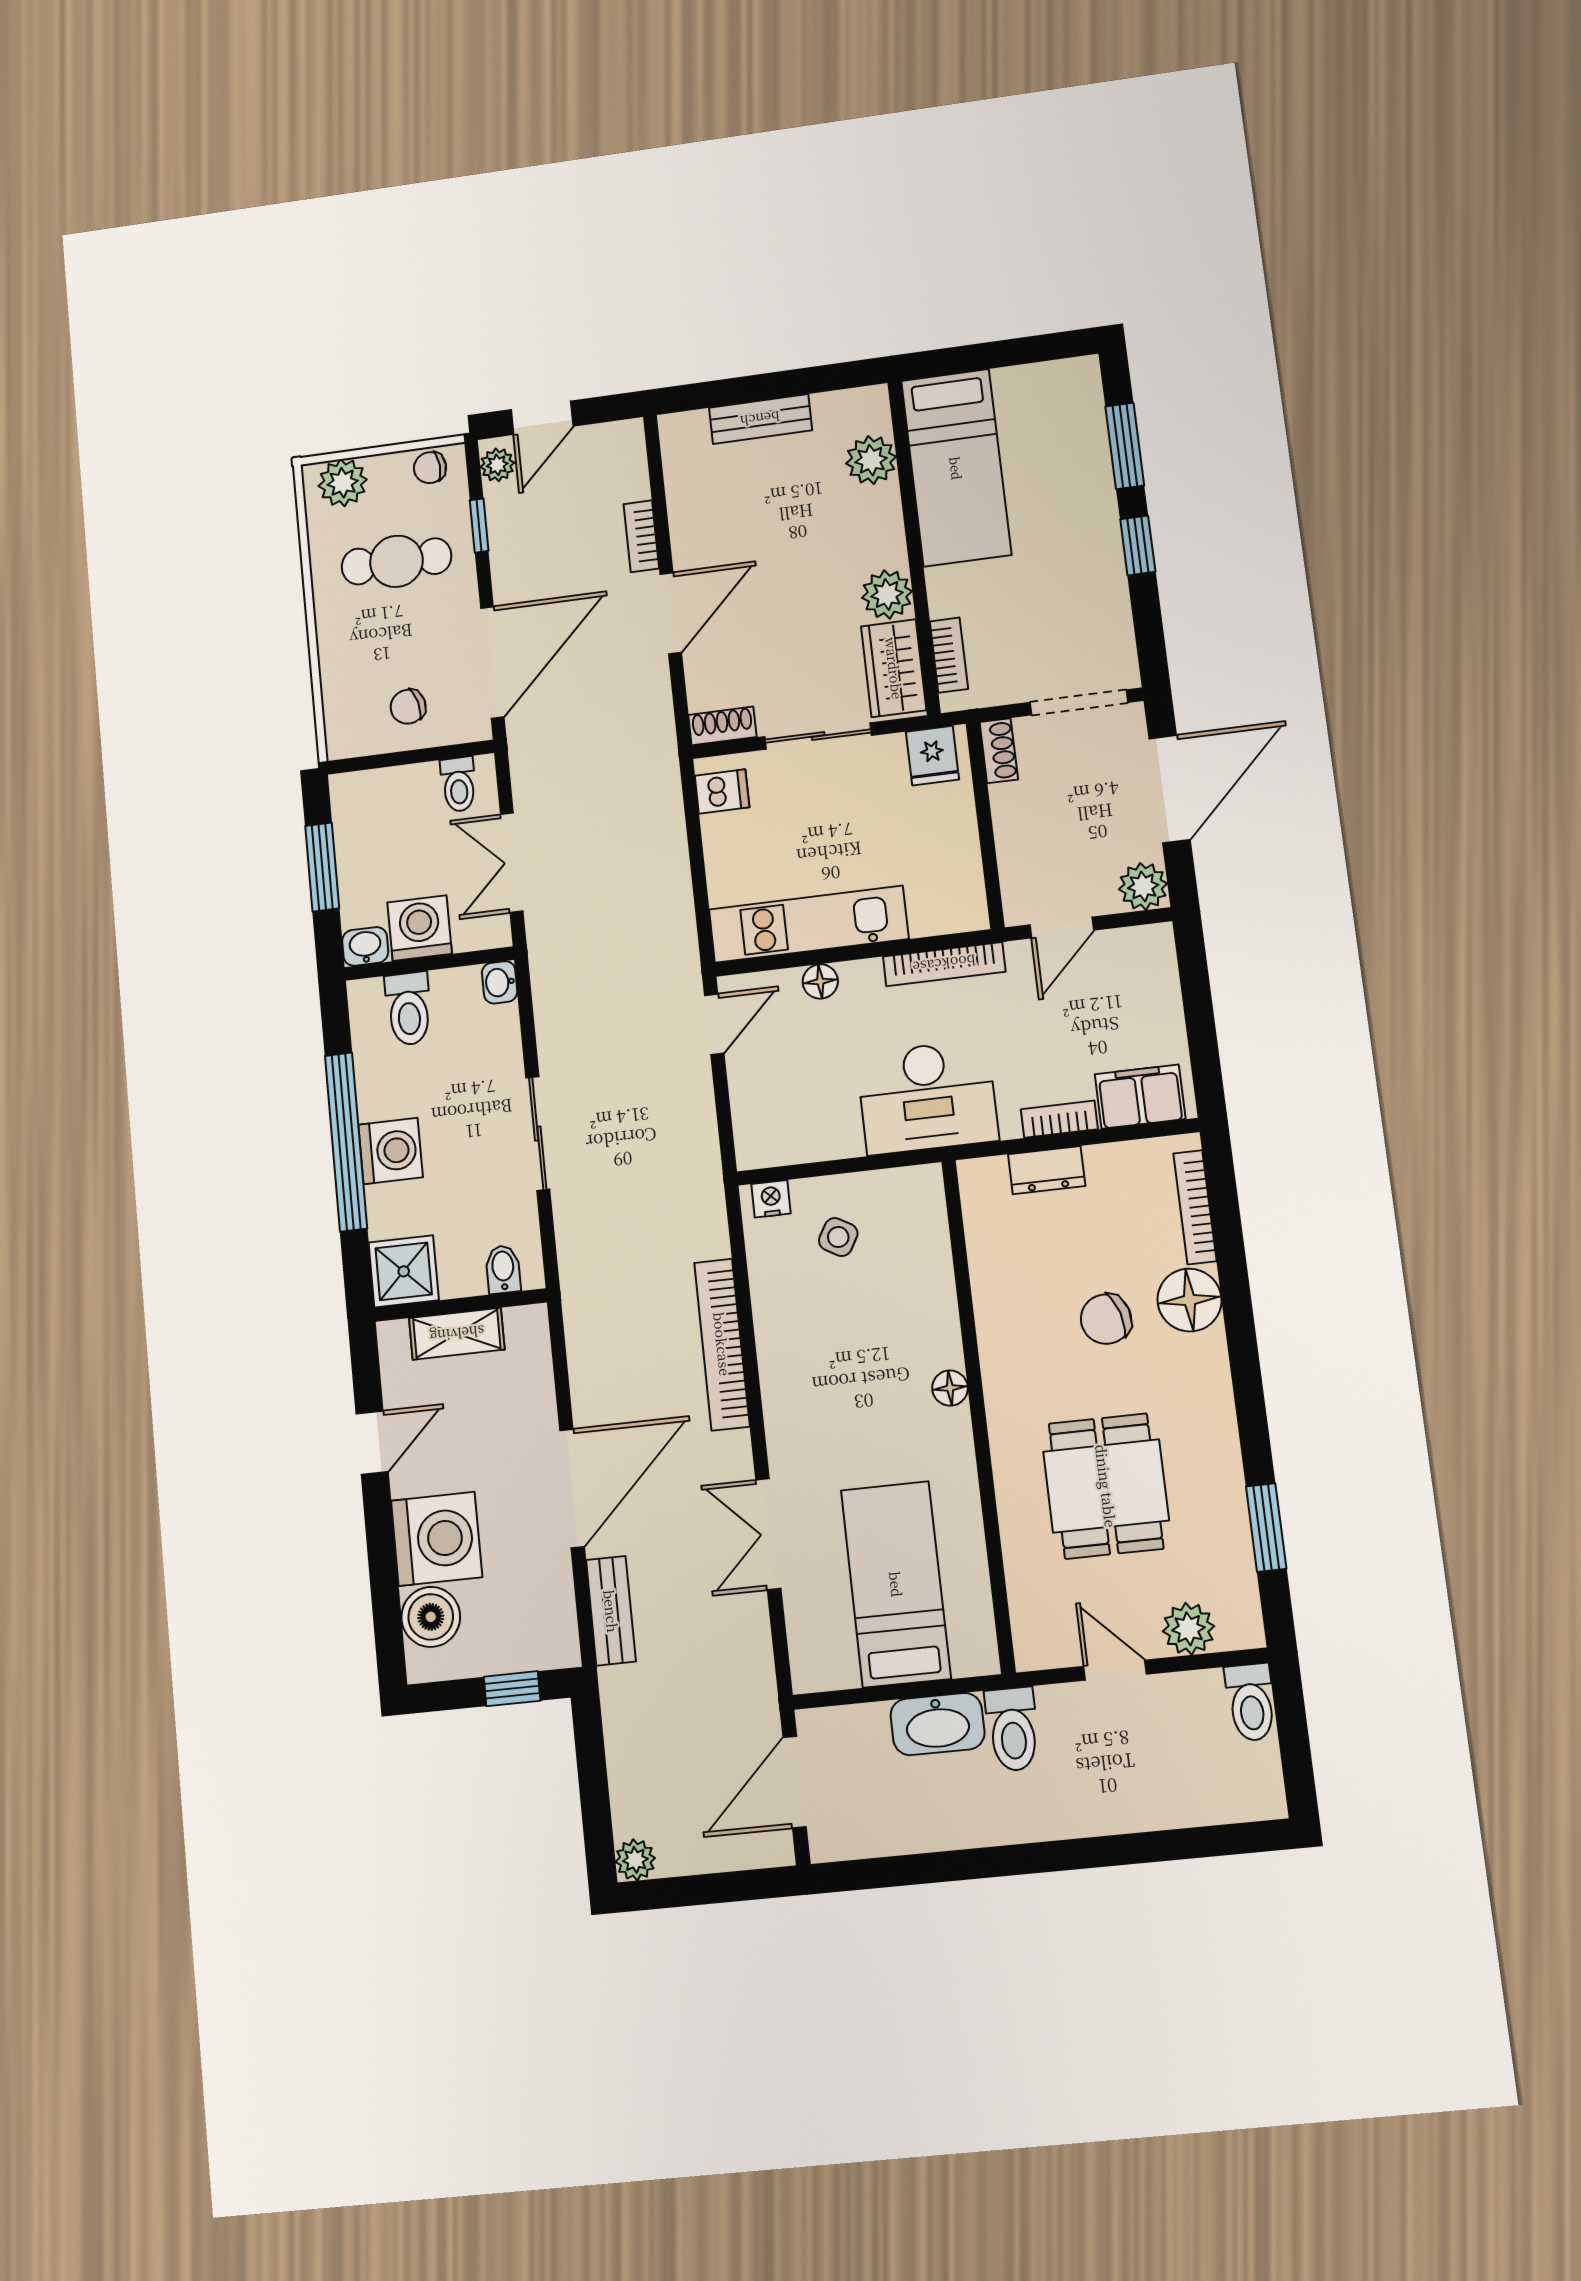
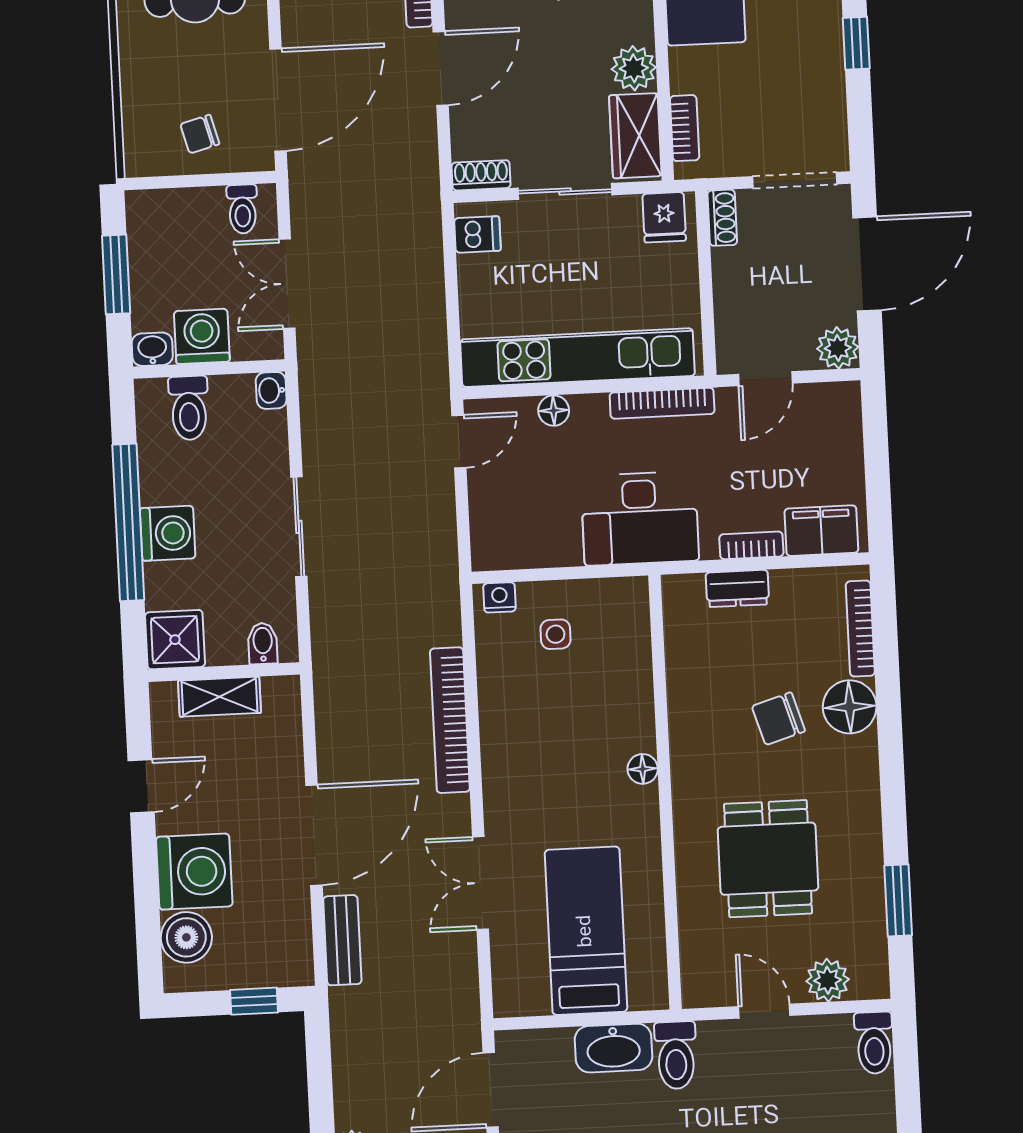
kitchen unit: (809, 924) -> (577, 358), width x1.36
side table: (838, 1237) -> (556, 634), turned -30

